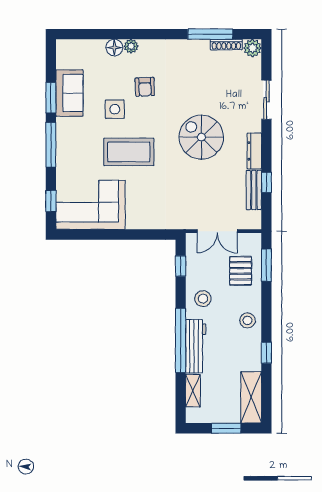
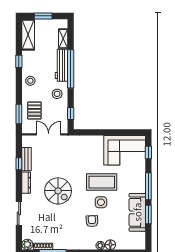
sofa: (69, 93) -> (137, 212), width x1.36
side table: (115, 109) -> (101, 202), moved

